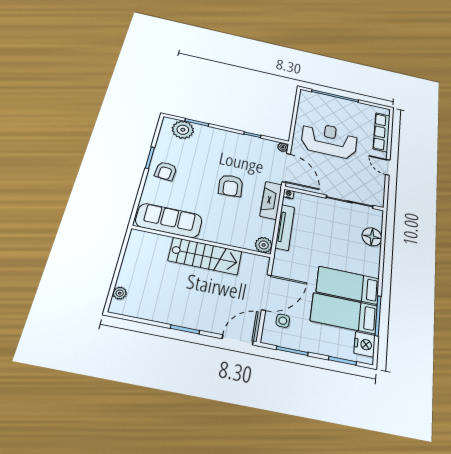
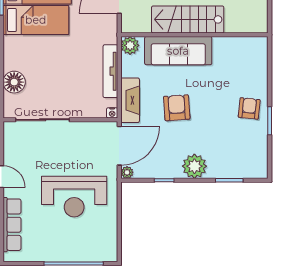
plant: (183, 130) -> (194, 166), moved
door: (286, 168) -> (119, 146), swing flipped
sofa: (169, 221) -> (178, 51), moved

